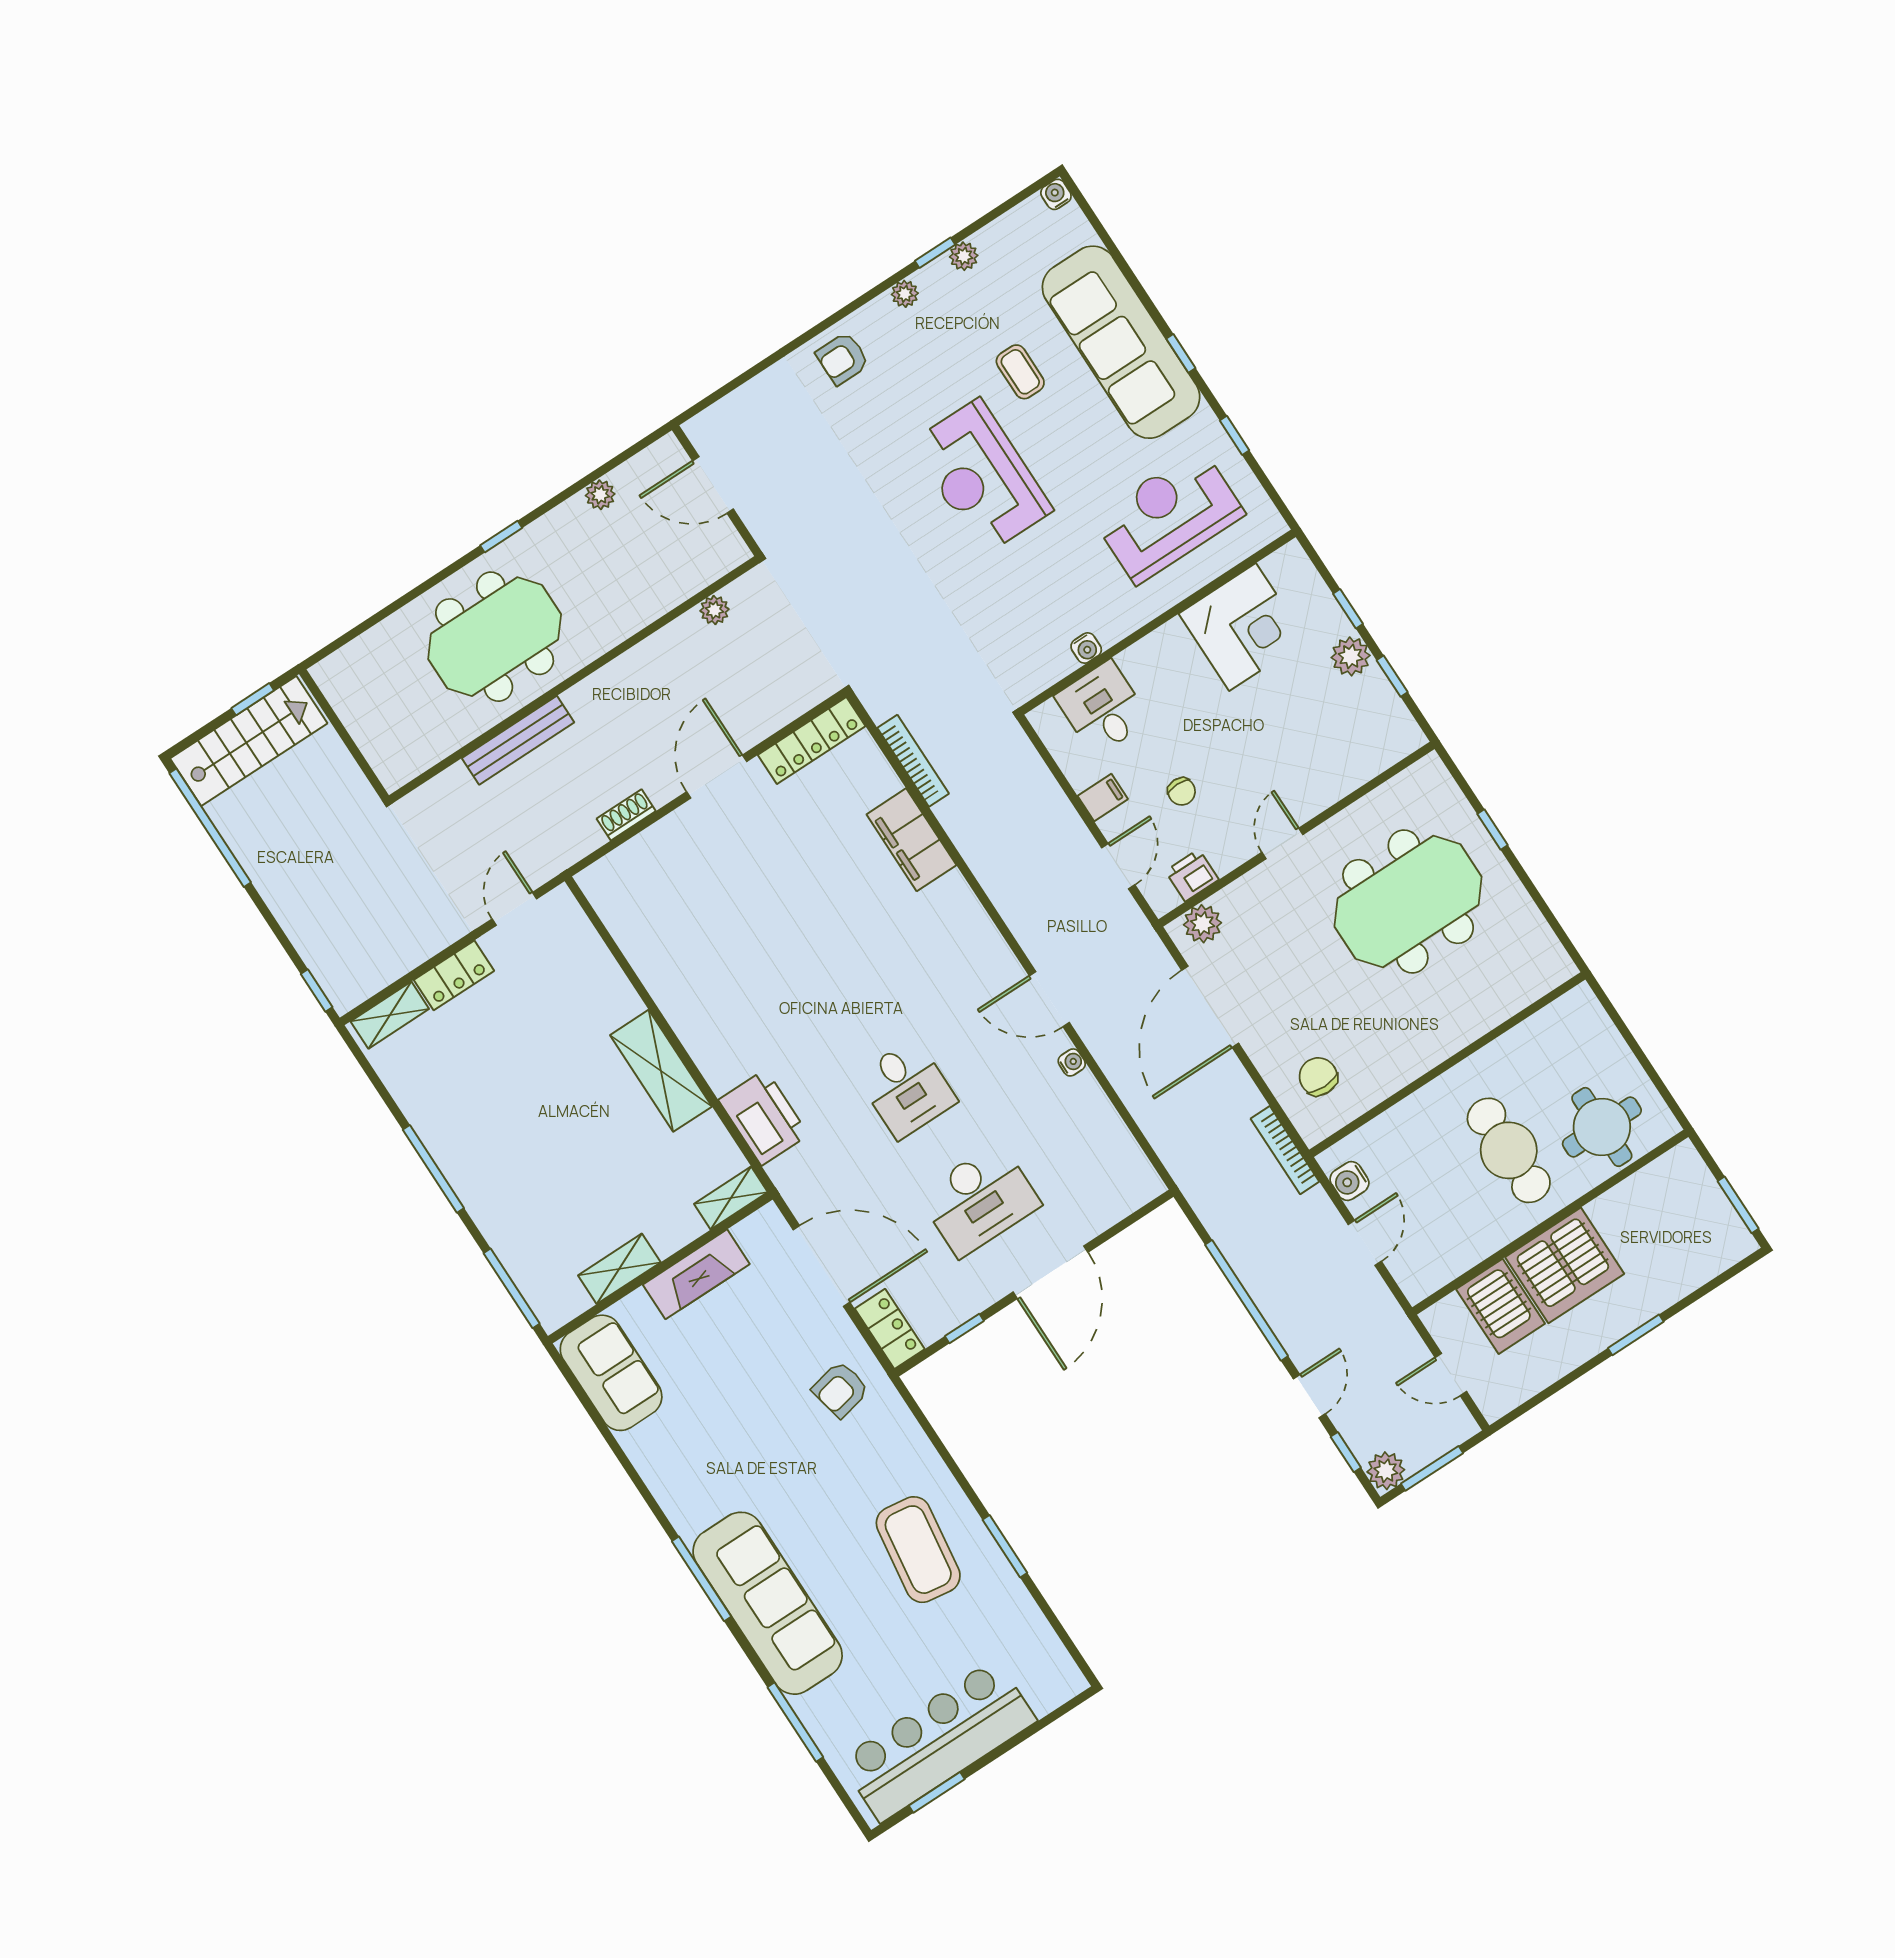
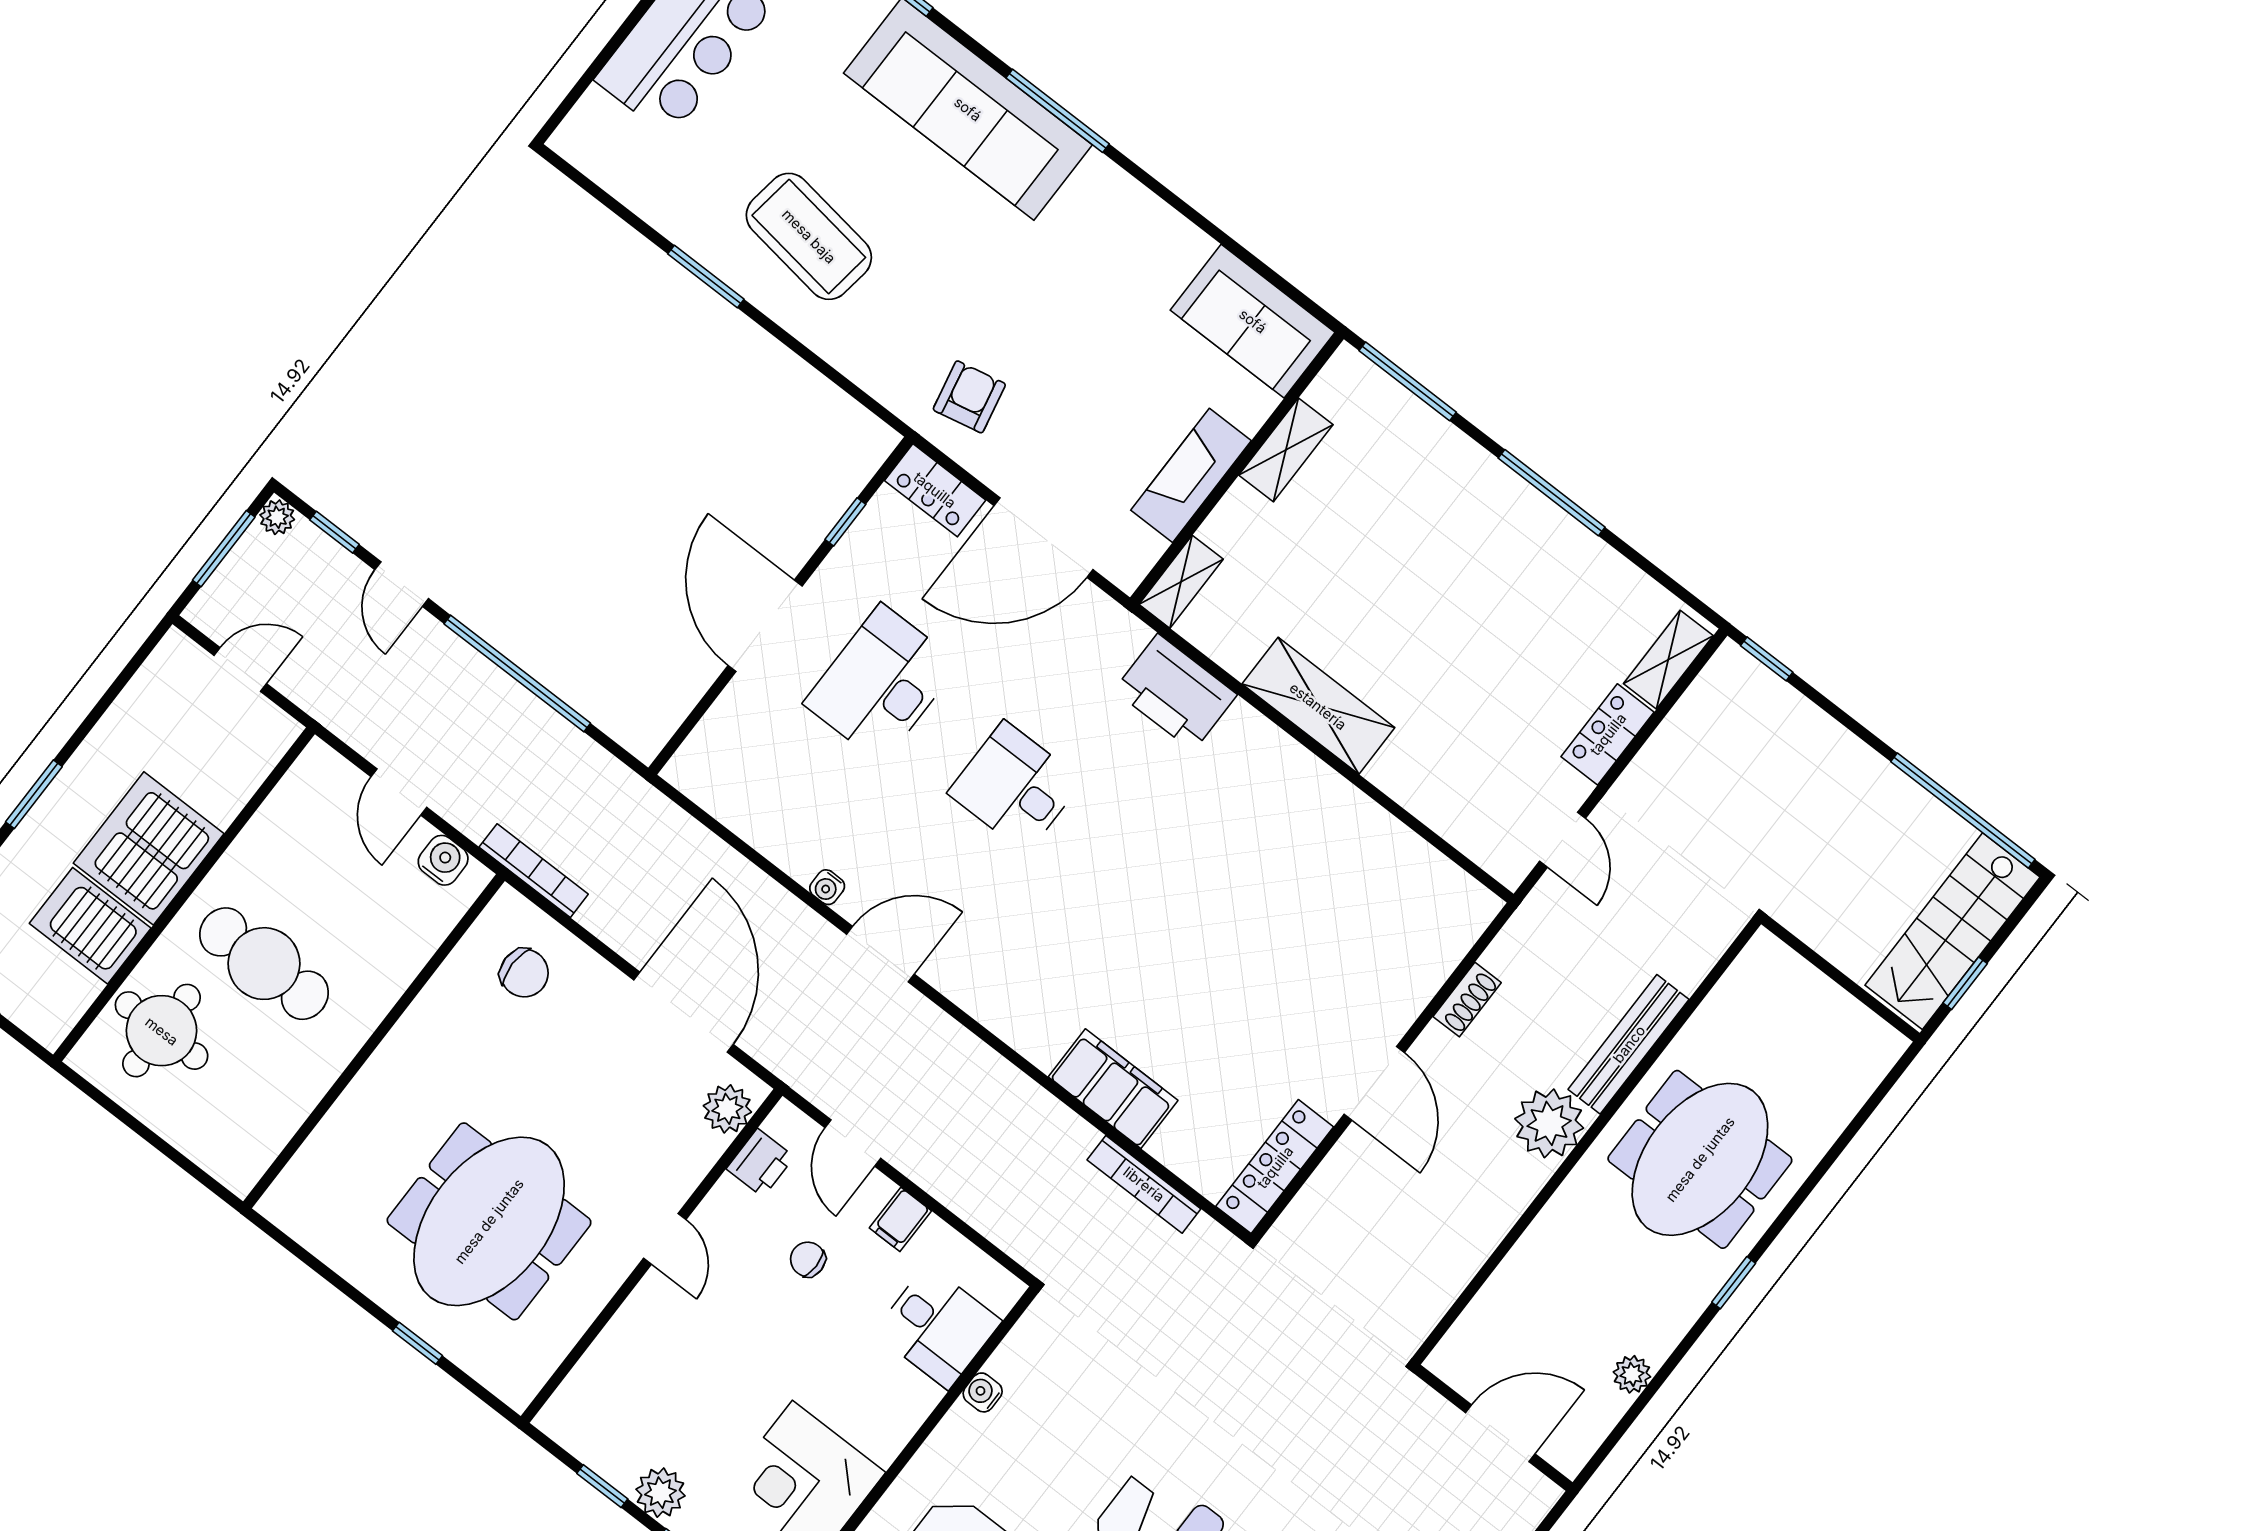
plant: (715, 610) -> (1549, 1123), moved, width x1.88, depth x1.88
server rack: (1501, 1306) -> (90, 926), moved
plant: (1386, 1471) -> (277, 517), width x0.73, depth x0.73

